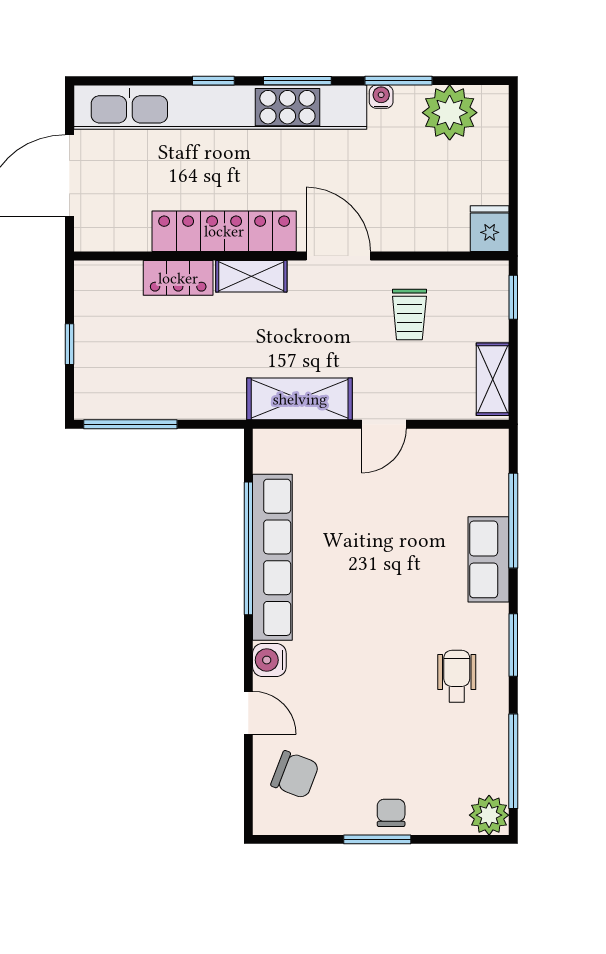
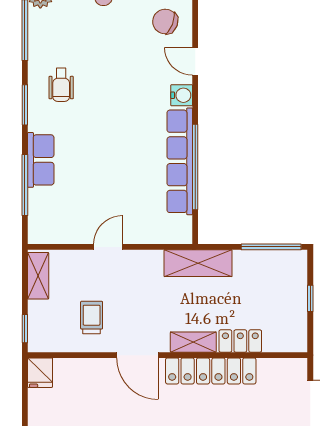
shelving: (300, 399) -> (198, 263), moved

